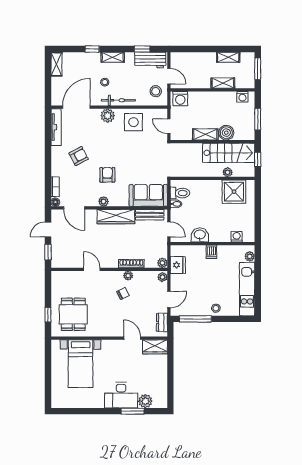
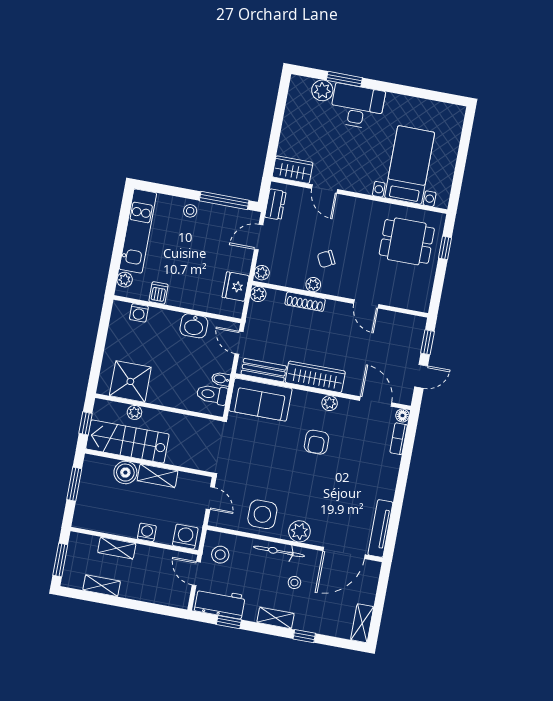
washing machine: (242, 97) -> (147, 532), moved
armchair: (79, 156) -> (354, 478), removed
dishwasher: (211, 252) -> (159, 293), moved
dining table: (73, 314) -> (407, 241), turned 90

